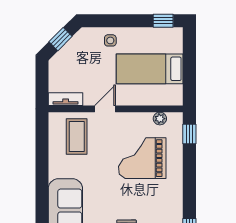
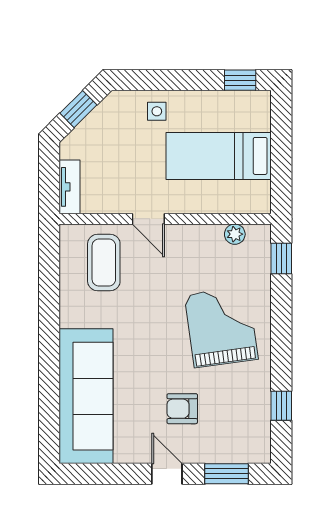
tv unit: (66, 99) -> (70, 187), moved, turned 90
door: (105, 109) -> (148, 219), swing flipped
grand piano: (142, 158) -> (221, 327), moved, turned 82

